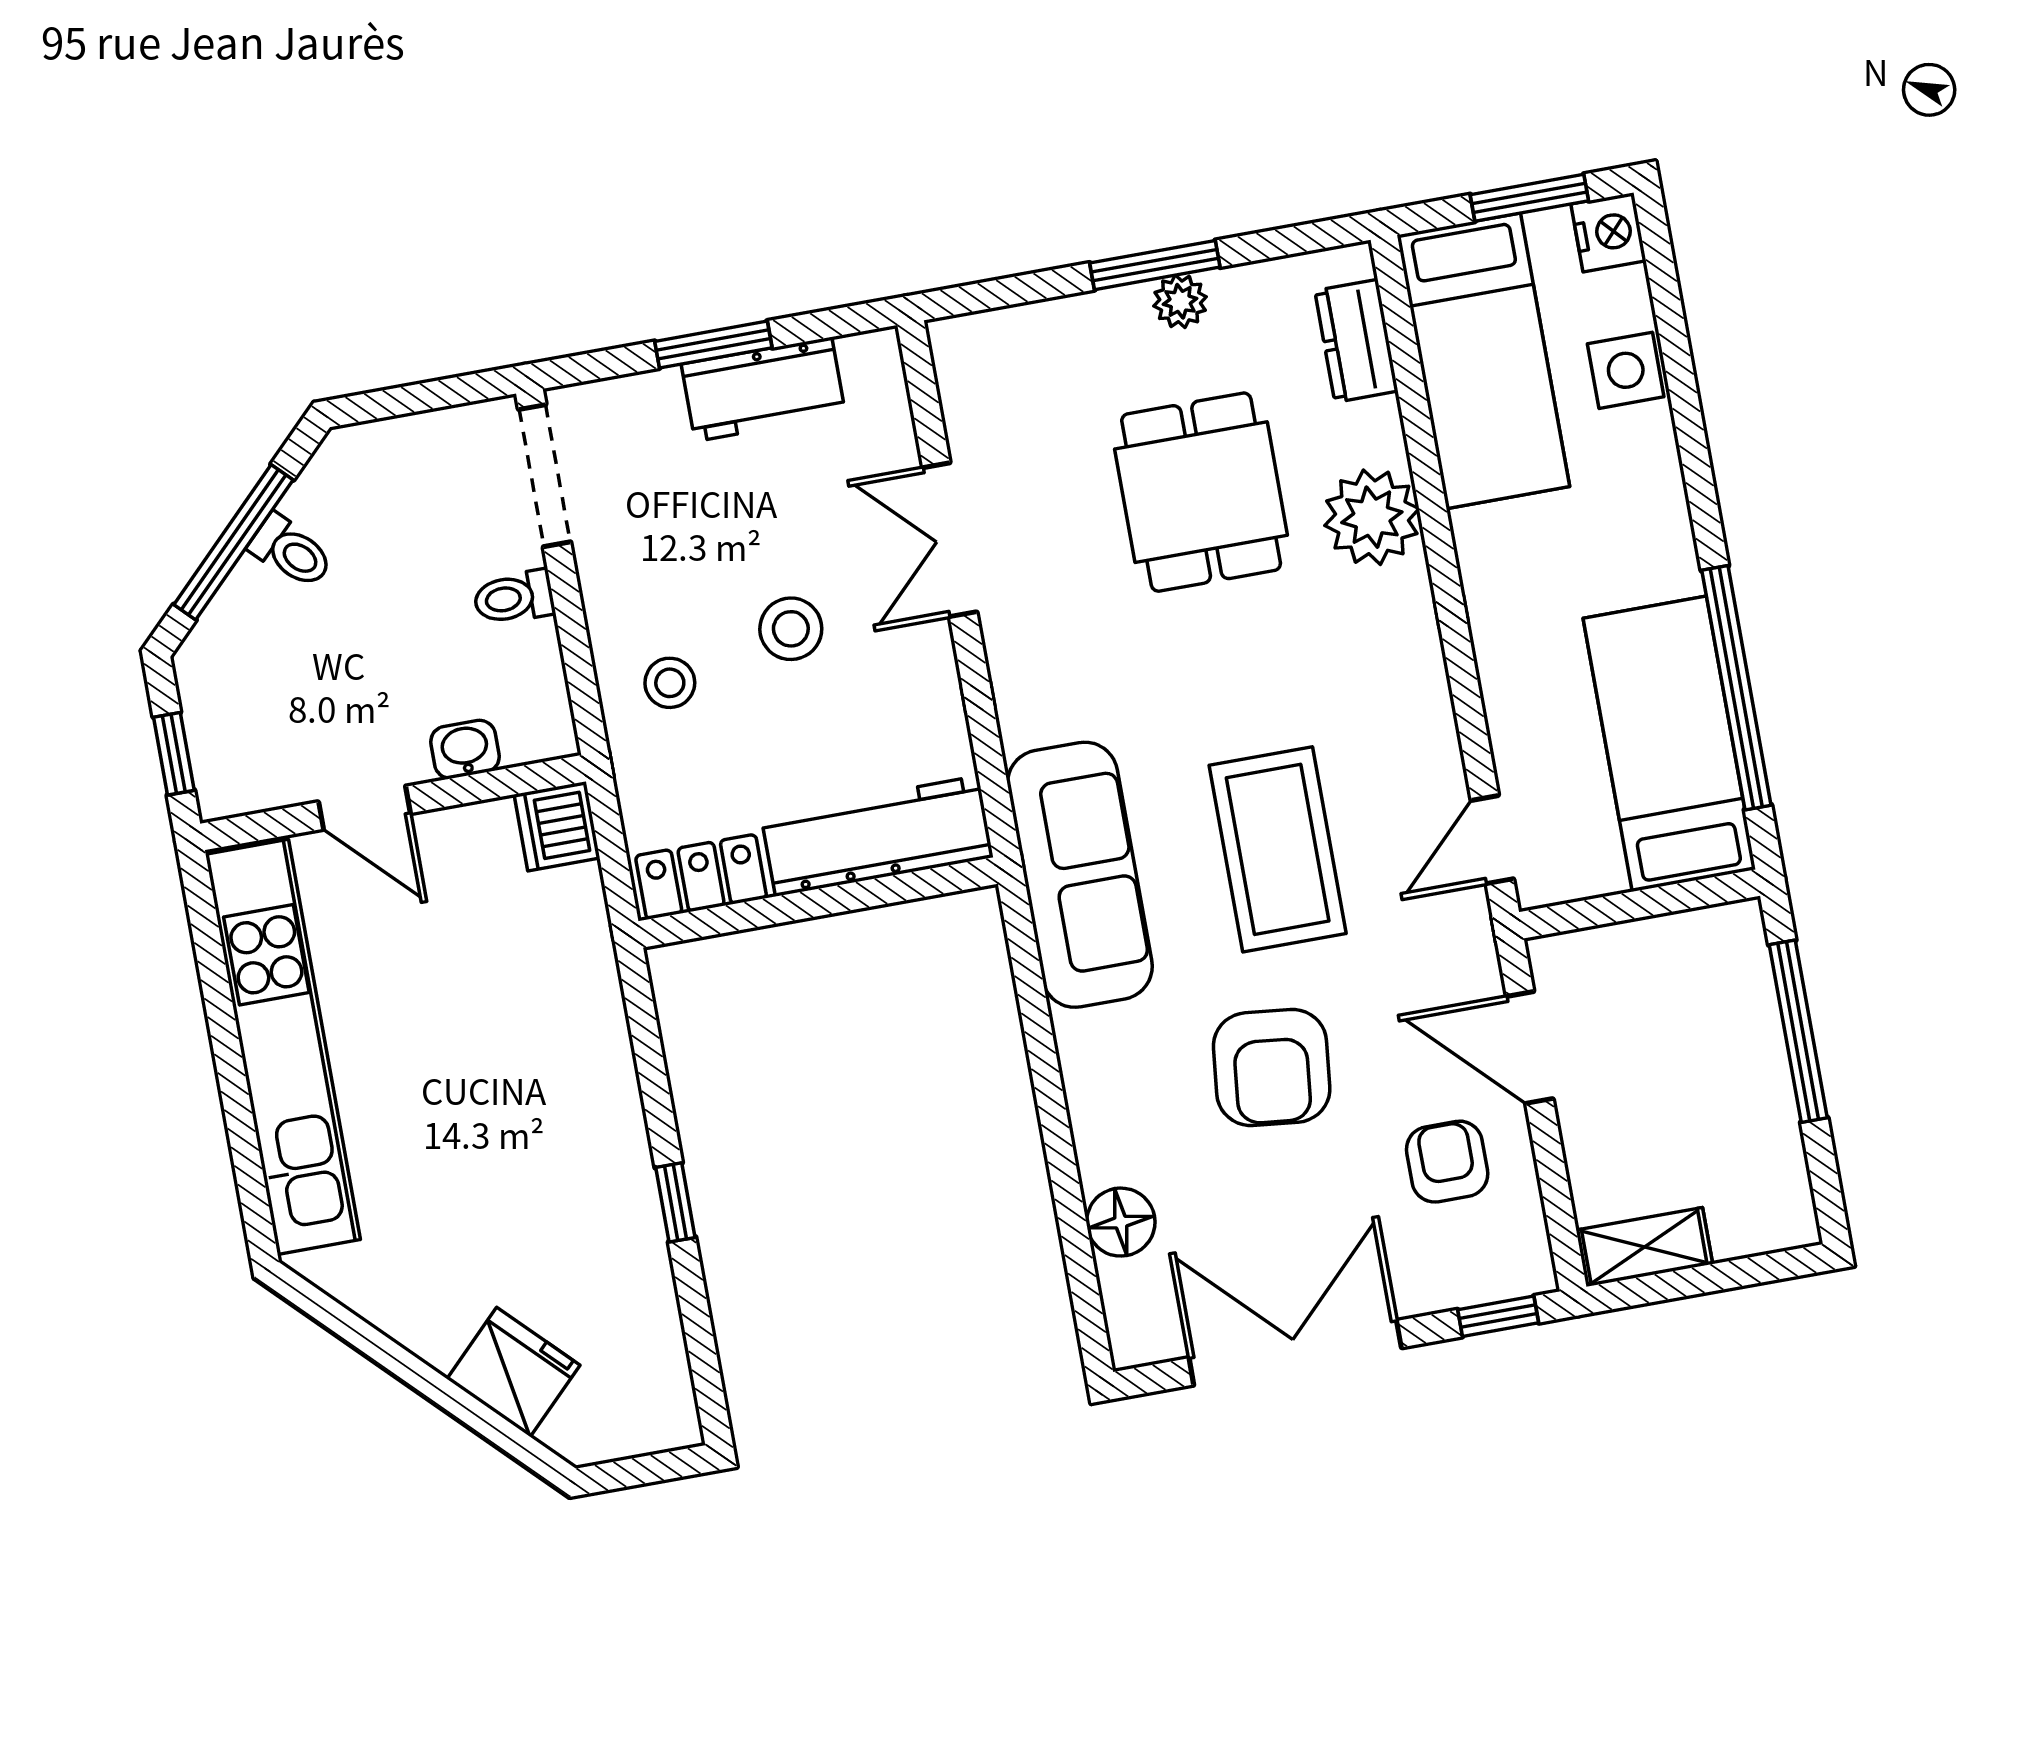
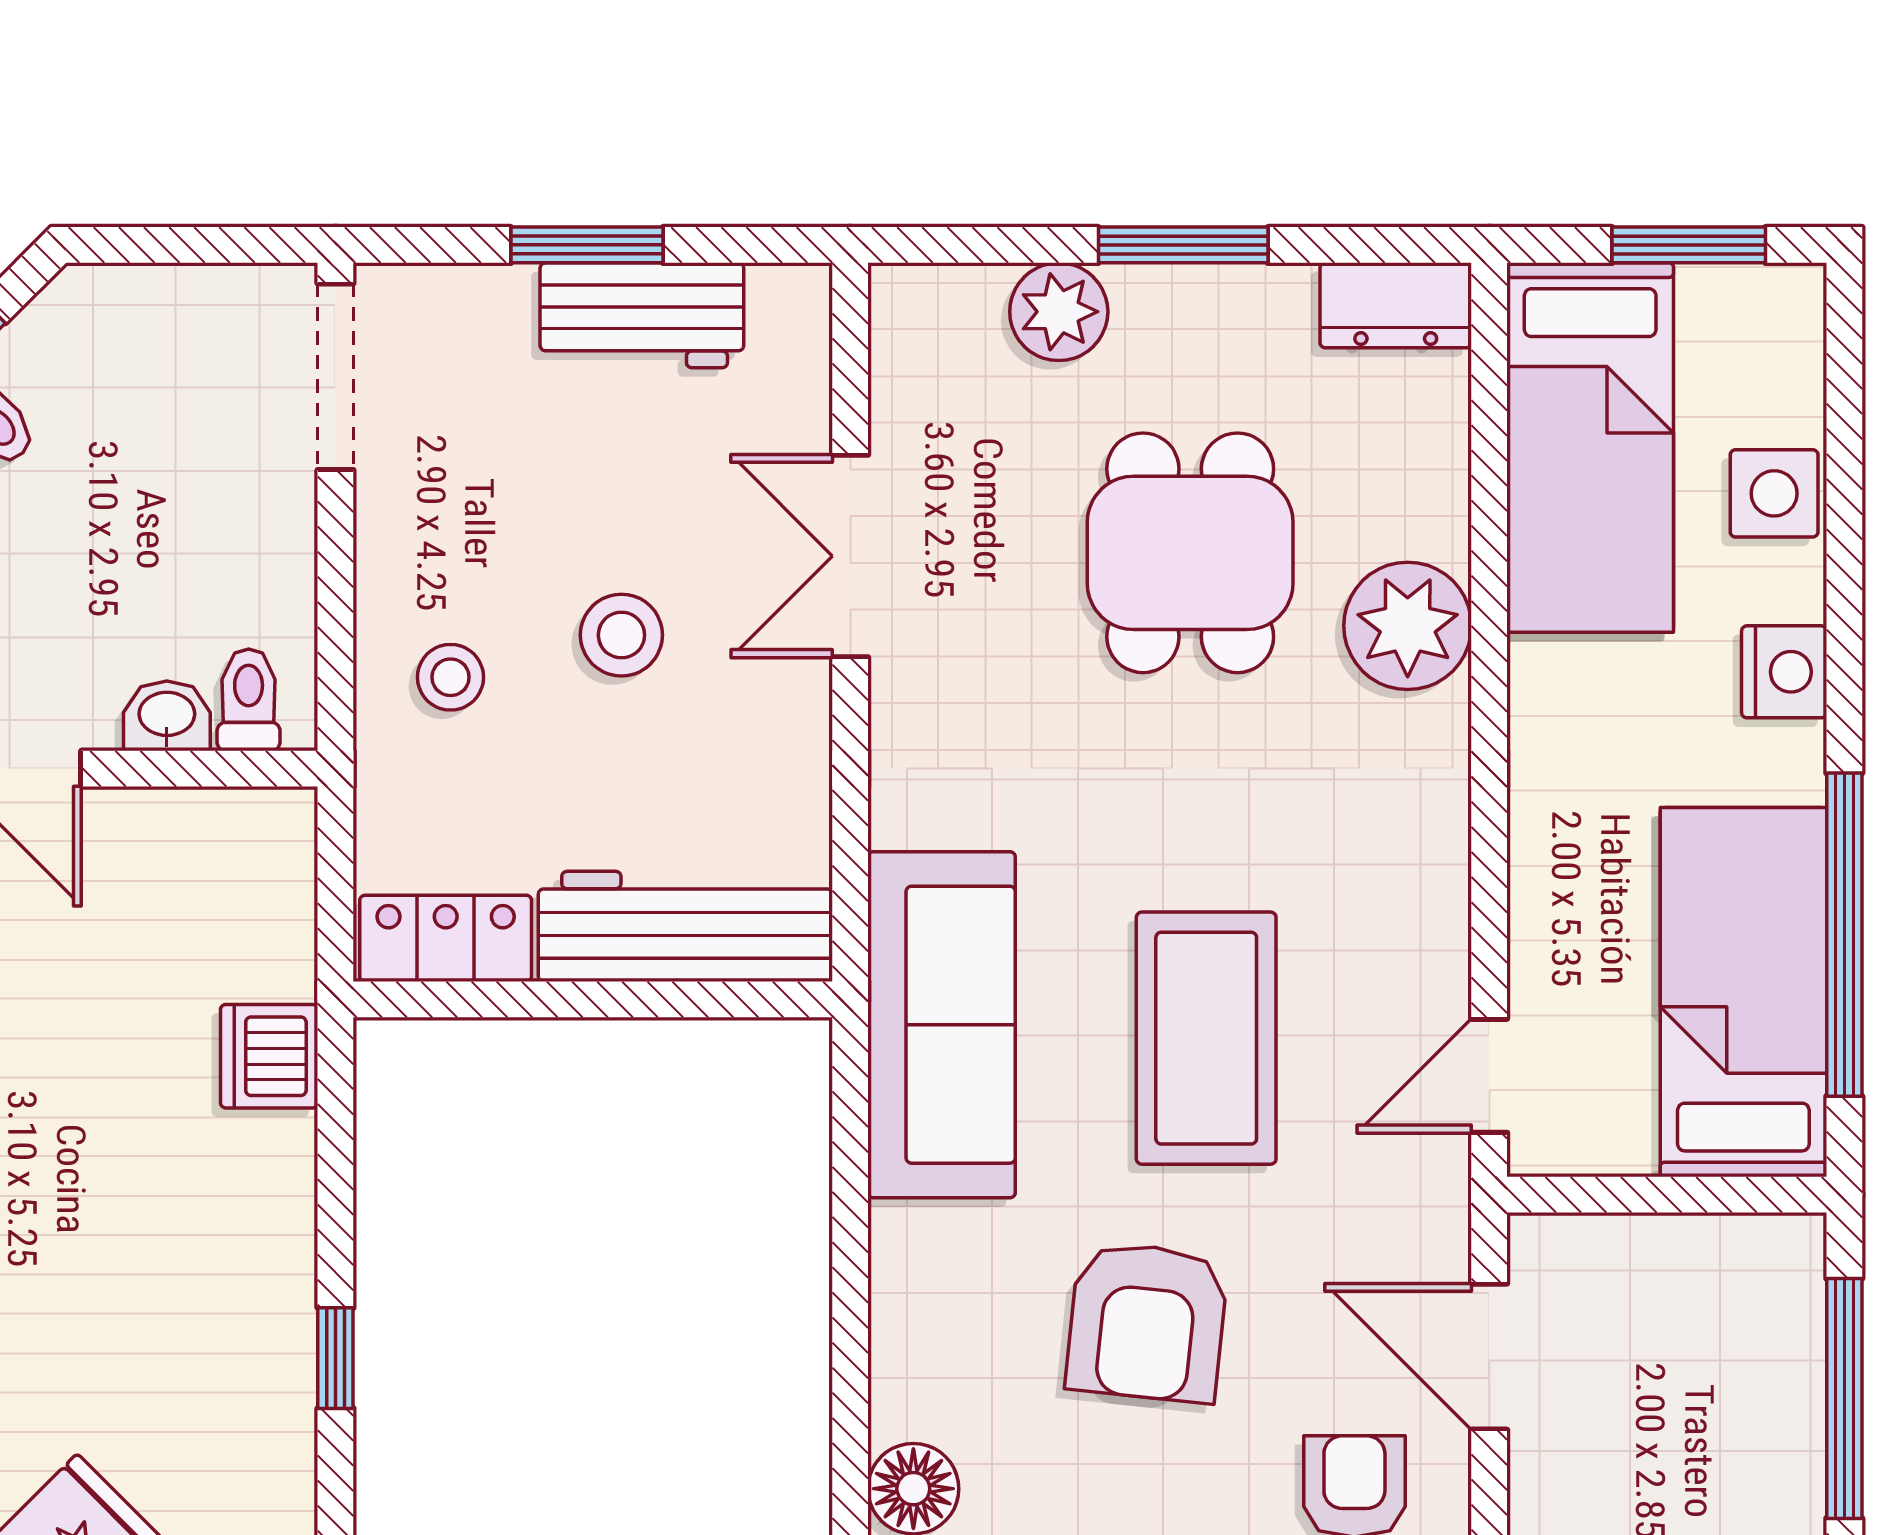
nightstand: (1608, 232) -> (1784, 672), moved
plant: (1180, 301) -> (1059, 312), moved, width x1.38, depth x1.38
dresser: (1356, 341) -> (1396, 305), moved, turned -90
toilet: (514, 598) -> (249, 700), moved, turned 90
dishwasher: (557, 826) -> (269, 1056), moved

